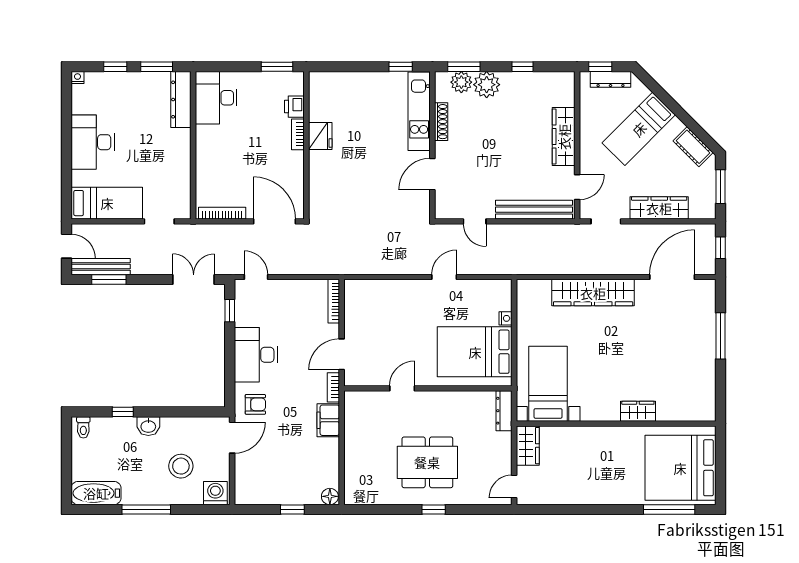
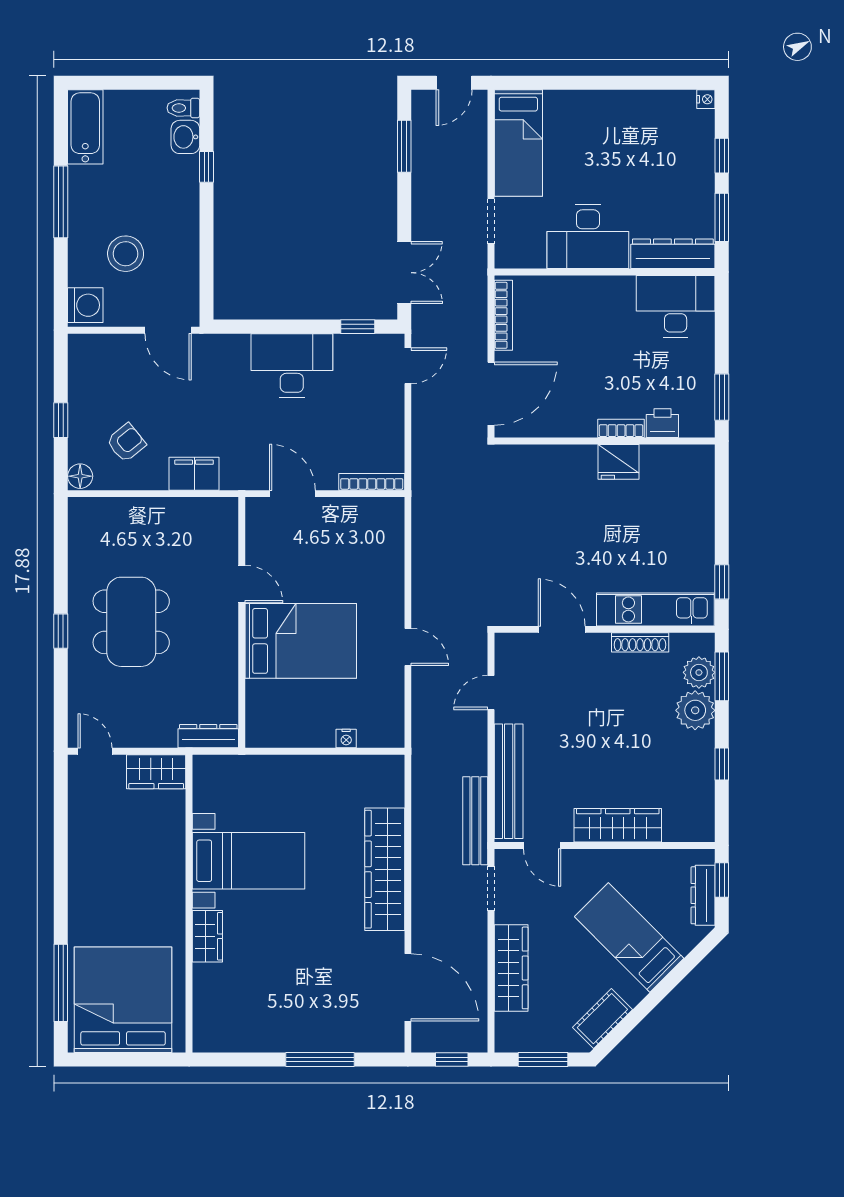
desk: (93, 142) -> (588, 237), moved, turned 180
bench: (101, 267) -> (475, 821), moved
bed: (475, 352) -> (301, 641), moved, turned 90
bed with nightstands: (548, 384) -> (248, 861), moved
bookcase: (333, 387) -> (243, 481), removed
armchair: (255, 404) -> (126, 443), moved, turned -129
washbasin: (148, 426) -> (185, 137), moved

